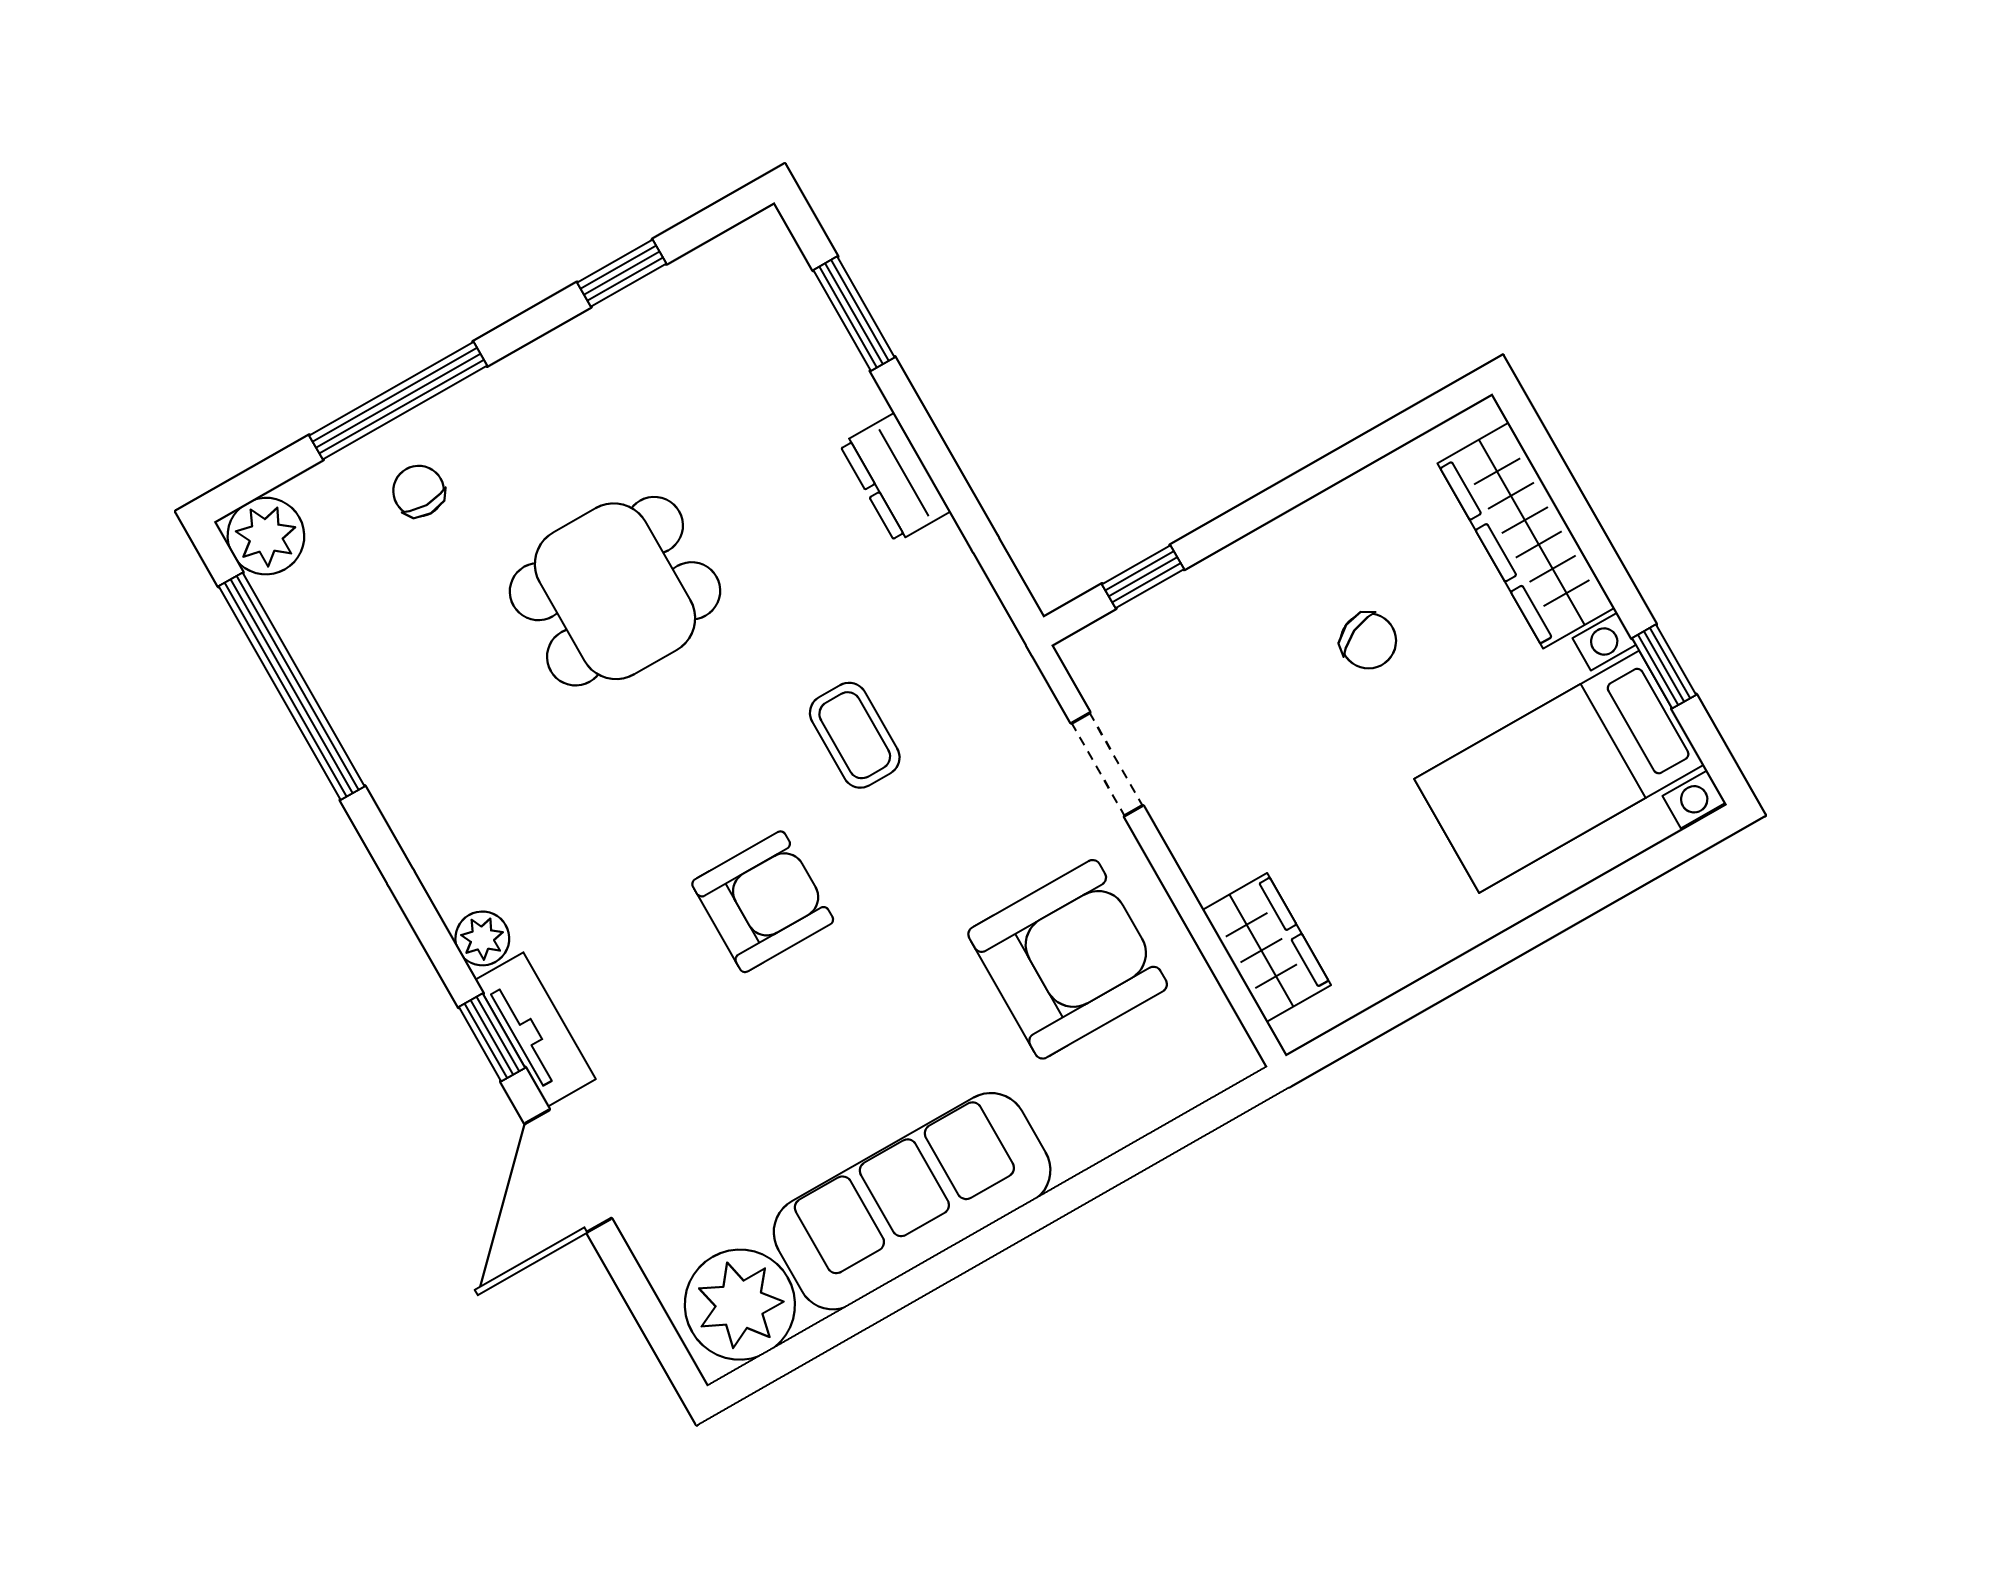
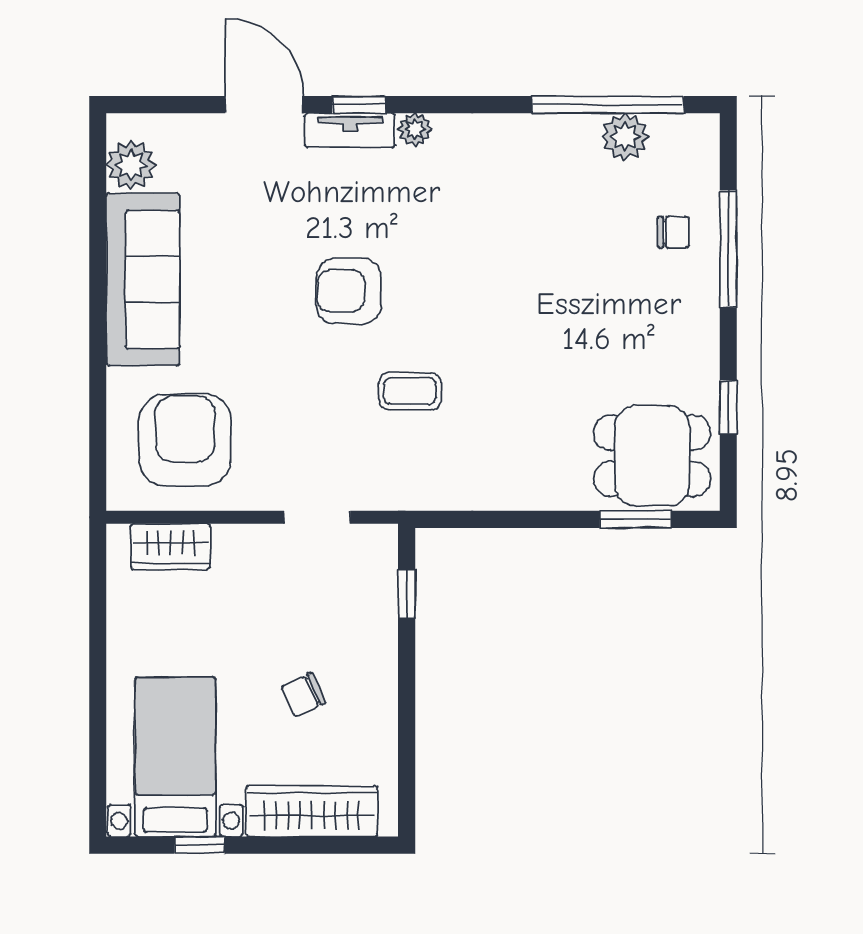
dresser: (895, 478) -> (535, 491), removed
plant: (266, 536) -> (625, 137), moved
dining table: (615, 591) -> (652, 456), moved, turned 90
armchair: (763, 902) -> (349, 291), turned 90
armchair: (1068, 959) -> (185, 440), moved, turned 180
plant: (740, 1305) -> (131, 165), width x0.73, depth x0.73

